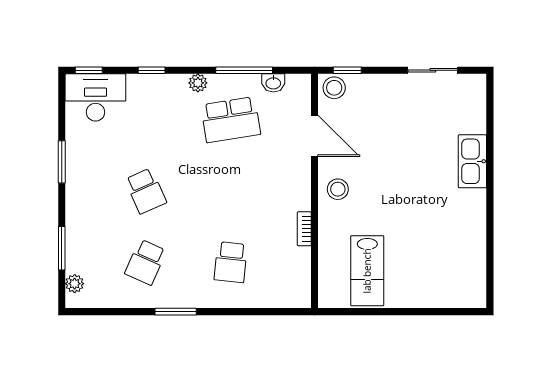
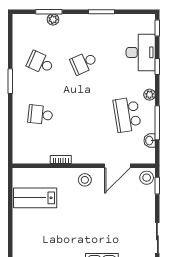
desk: (95, 97) -> (141, 52), moved
plant: (75, 284) -> (53, 19), moved

